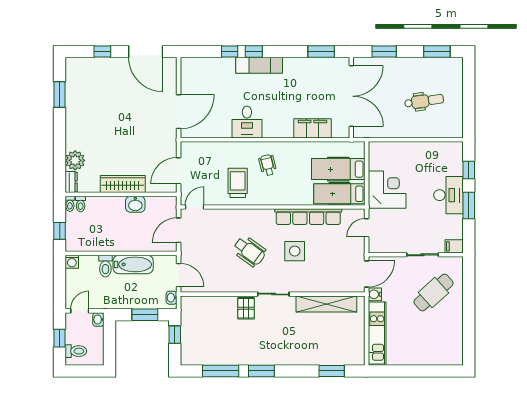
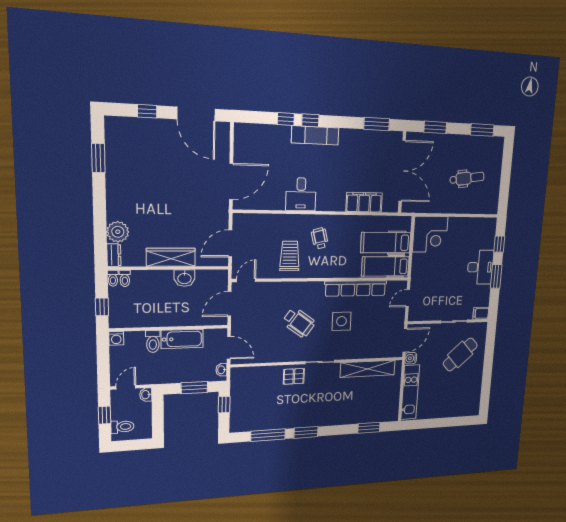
corner desk: (387, 190) -> (430, 234), moved, turned 90
pallet: (246, 308) -> (294, 376), turned 90

